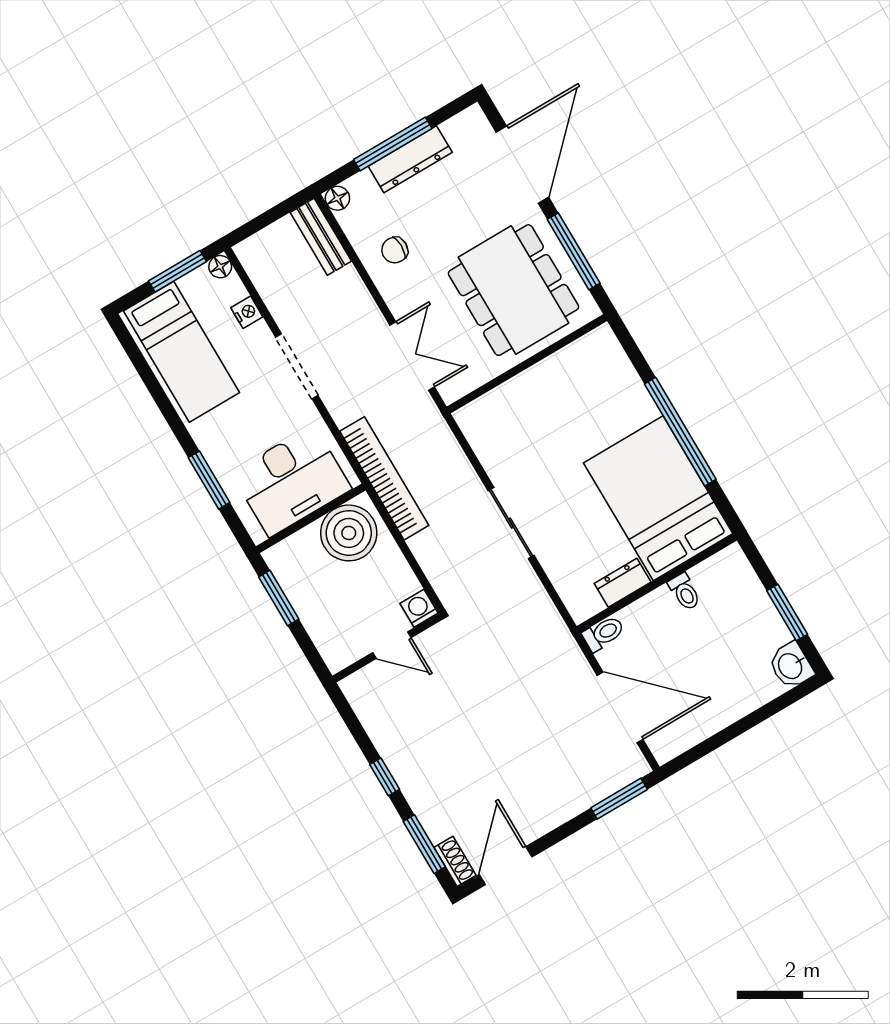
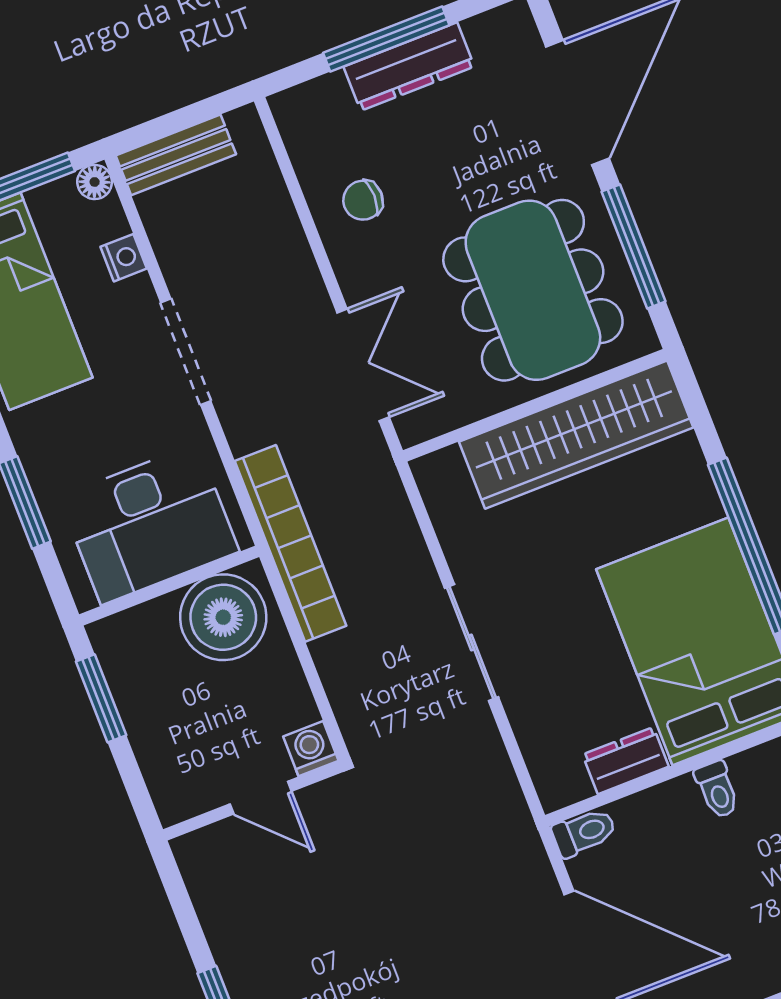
floor lamp: (337, 198) -> (289, 107), removed
bench: (321, 237) -> (176, 155), moved, turned 90
wardrobe: (556, 378) -> (576, 435), added

